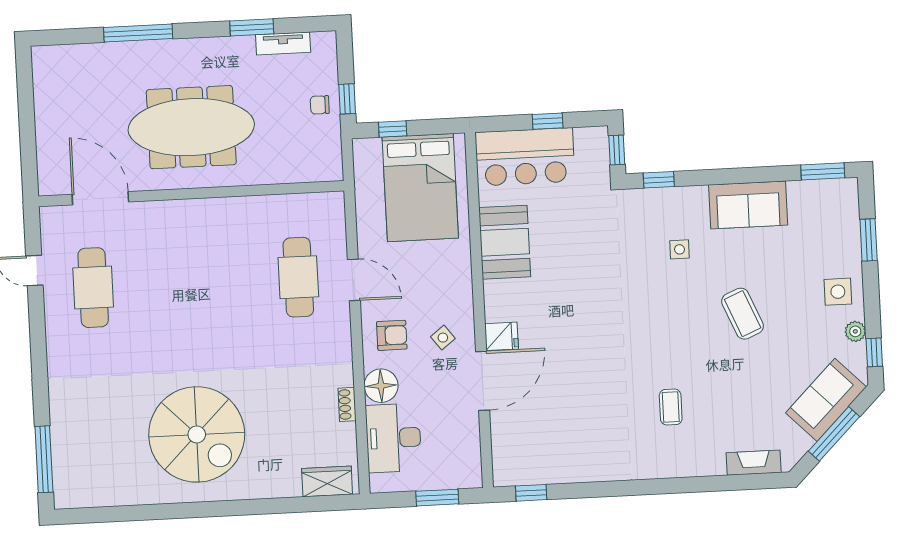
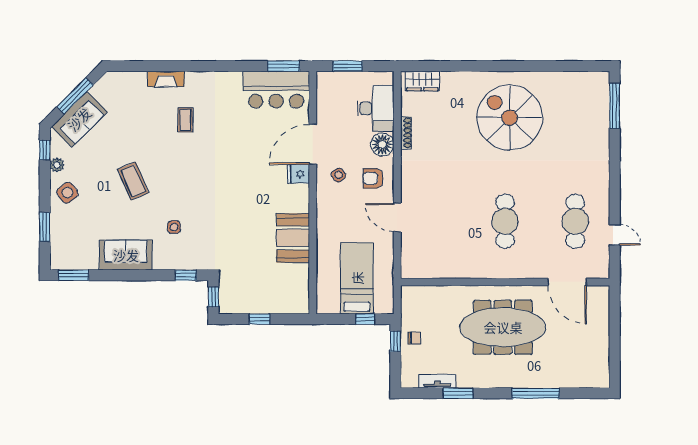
bar counter: (525, 157) -> (276, 90), moved, turned 180
bed: (420, 188) -> (357, 278), width x0.67
cafe table: (298, 277) -> (505, 221), moved
side table: (838, 292) -> (67, 193), turned -38
shoe rack: (347, 404) -> (406, 133), width x1.43
fireplace: (754, 463) -> (166, 79), moved
window: (531, 493) -> (284, 66), width x1.50

